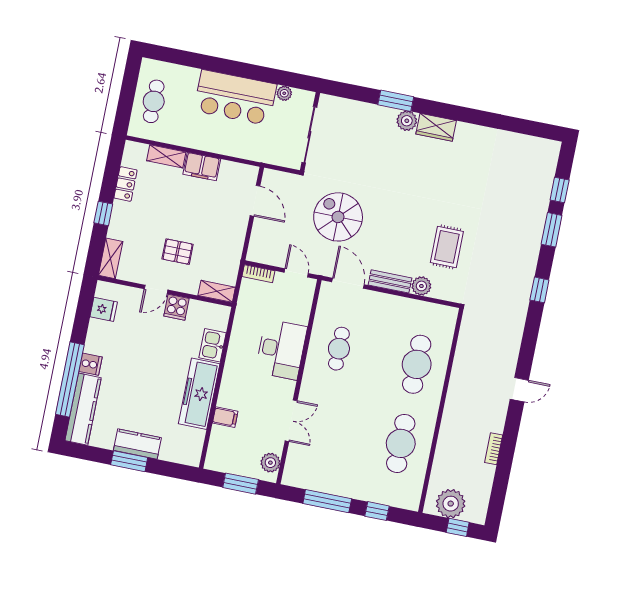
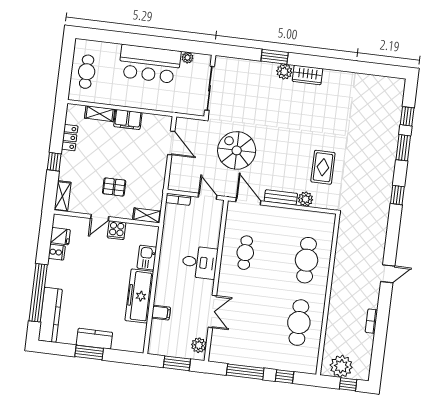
desk: (281, 349) -> (200, 262), width x0.73
cooker: (91, 364) -> (57, 252), moved

